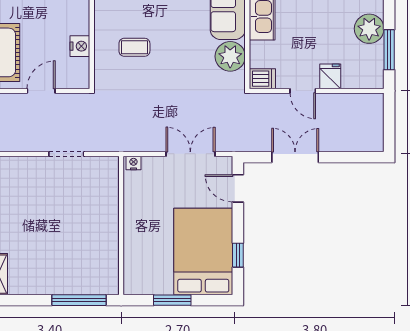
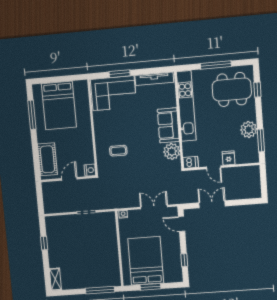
nightstand: (80, 46) -> (90, 170), moved
bed: (203, 251) -> (146, 261), moved

